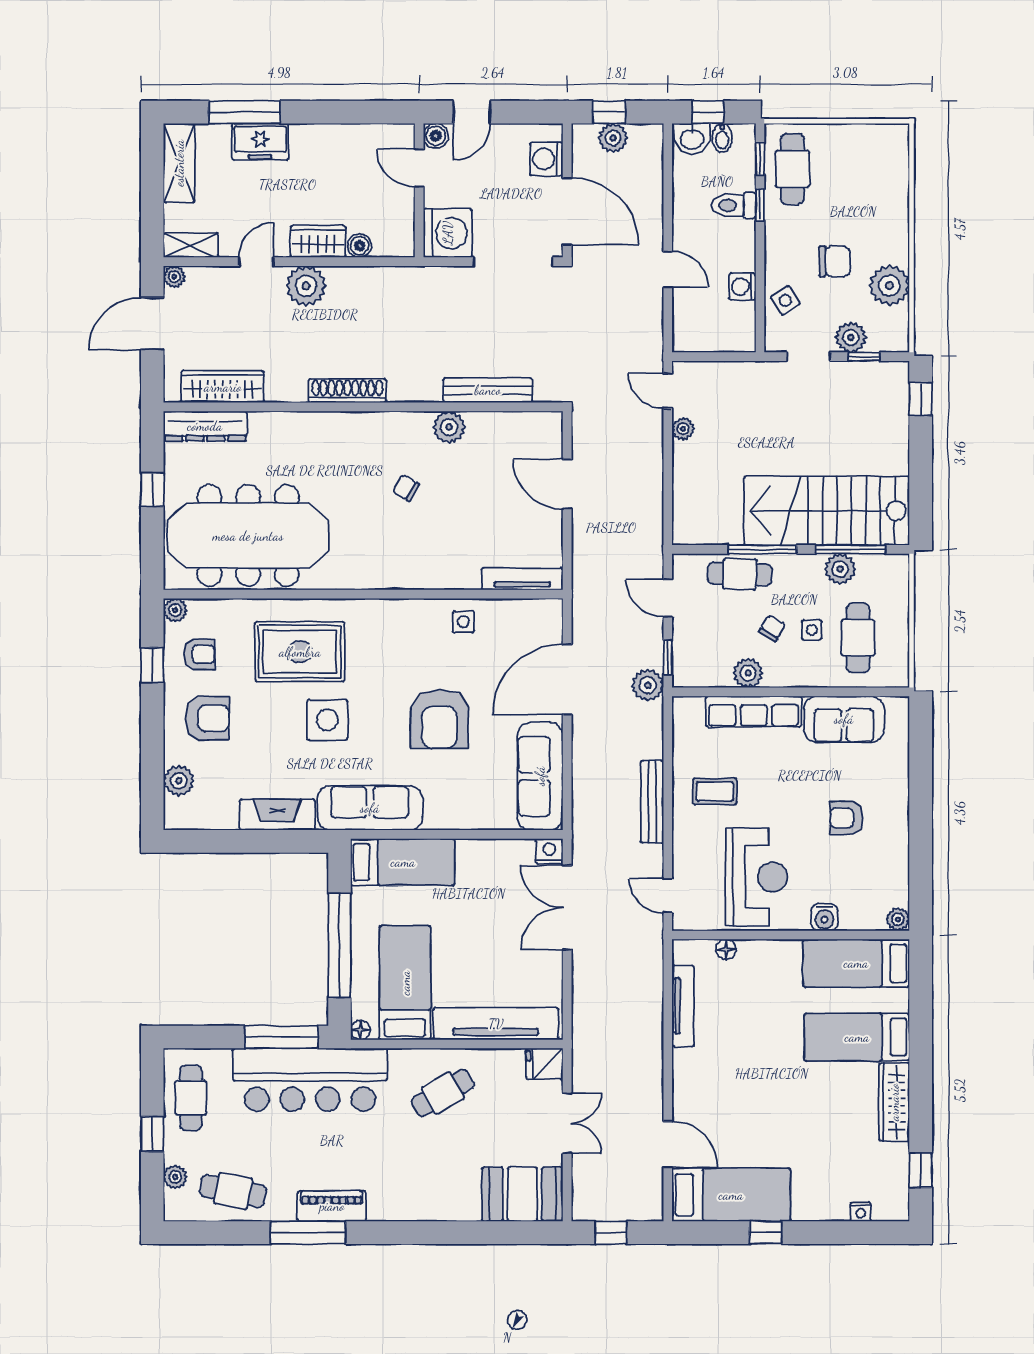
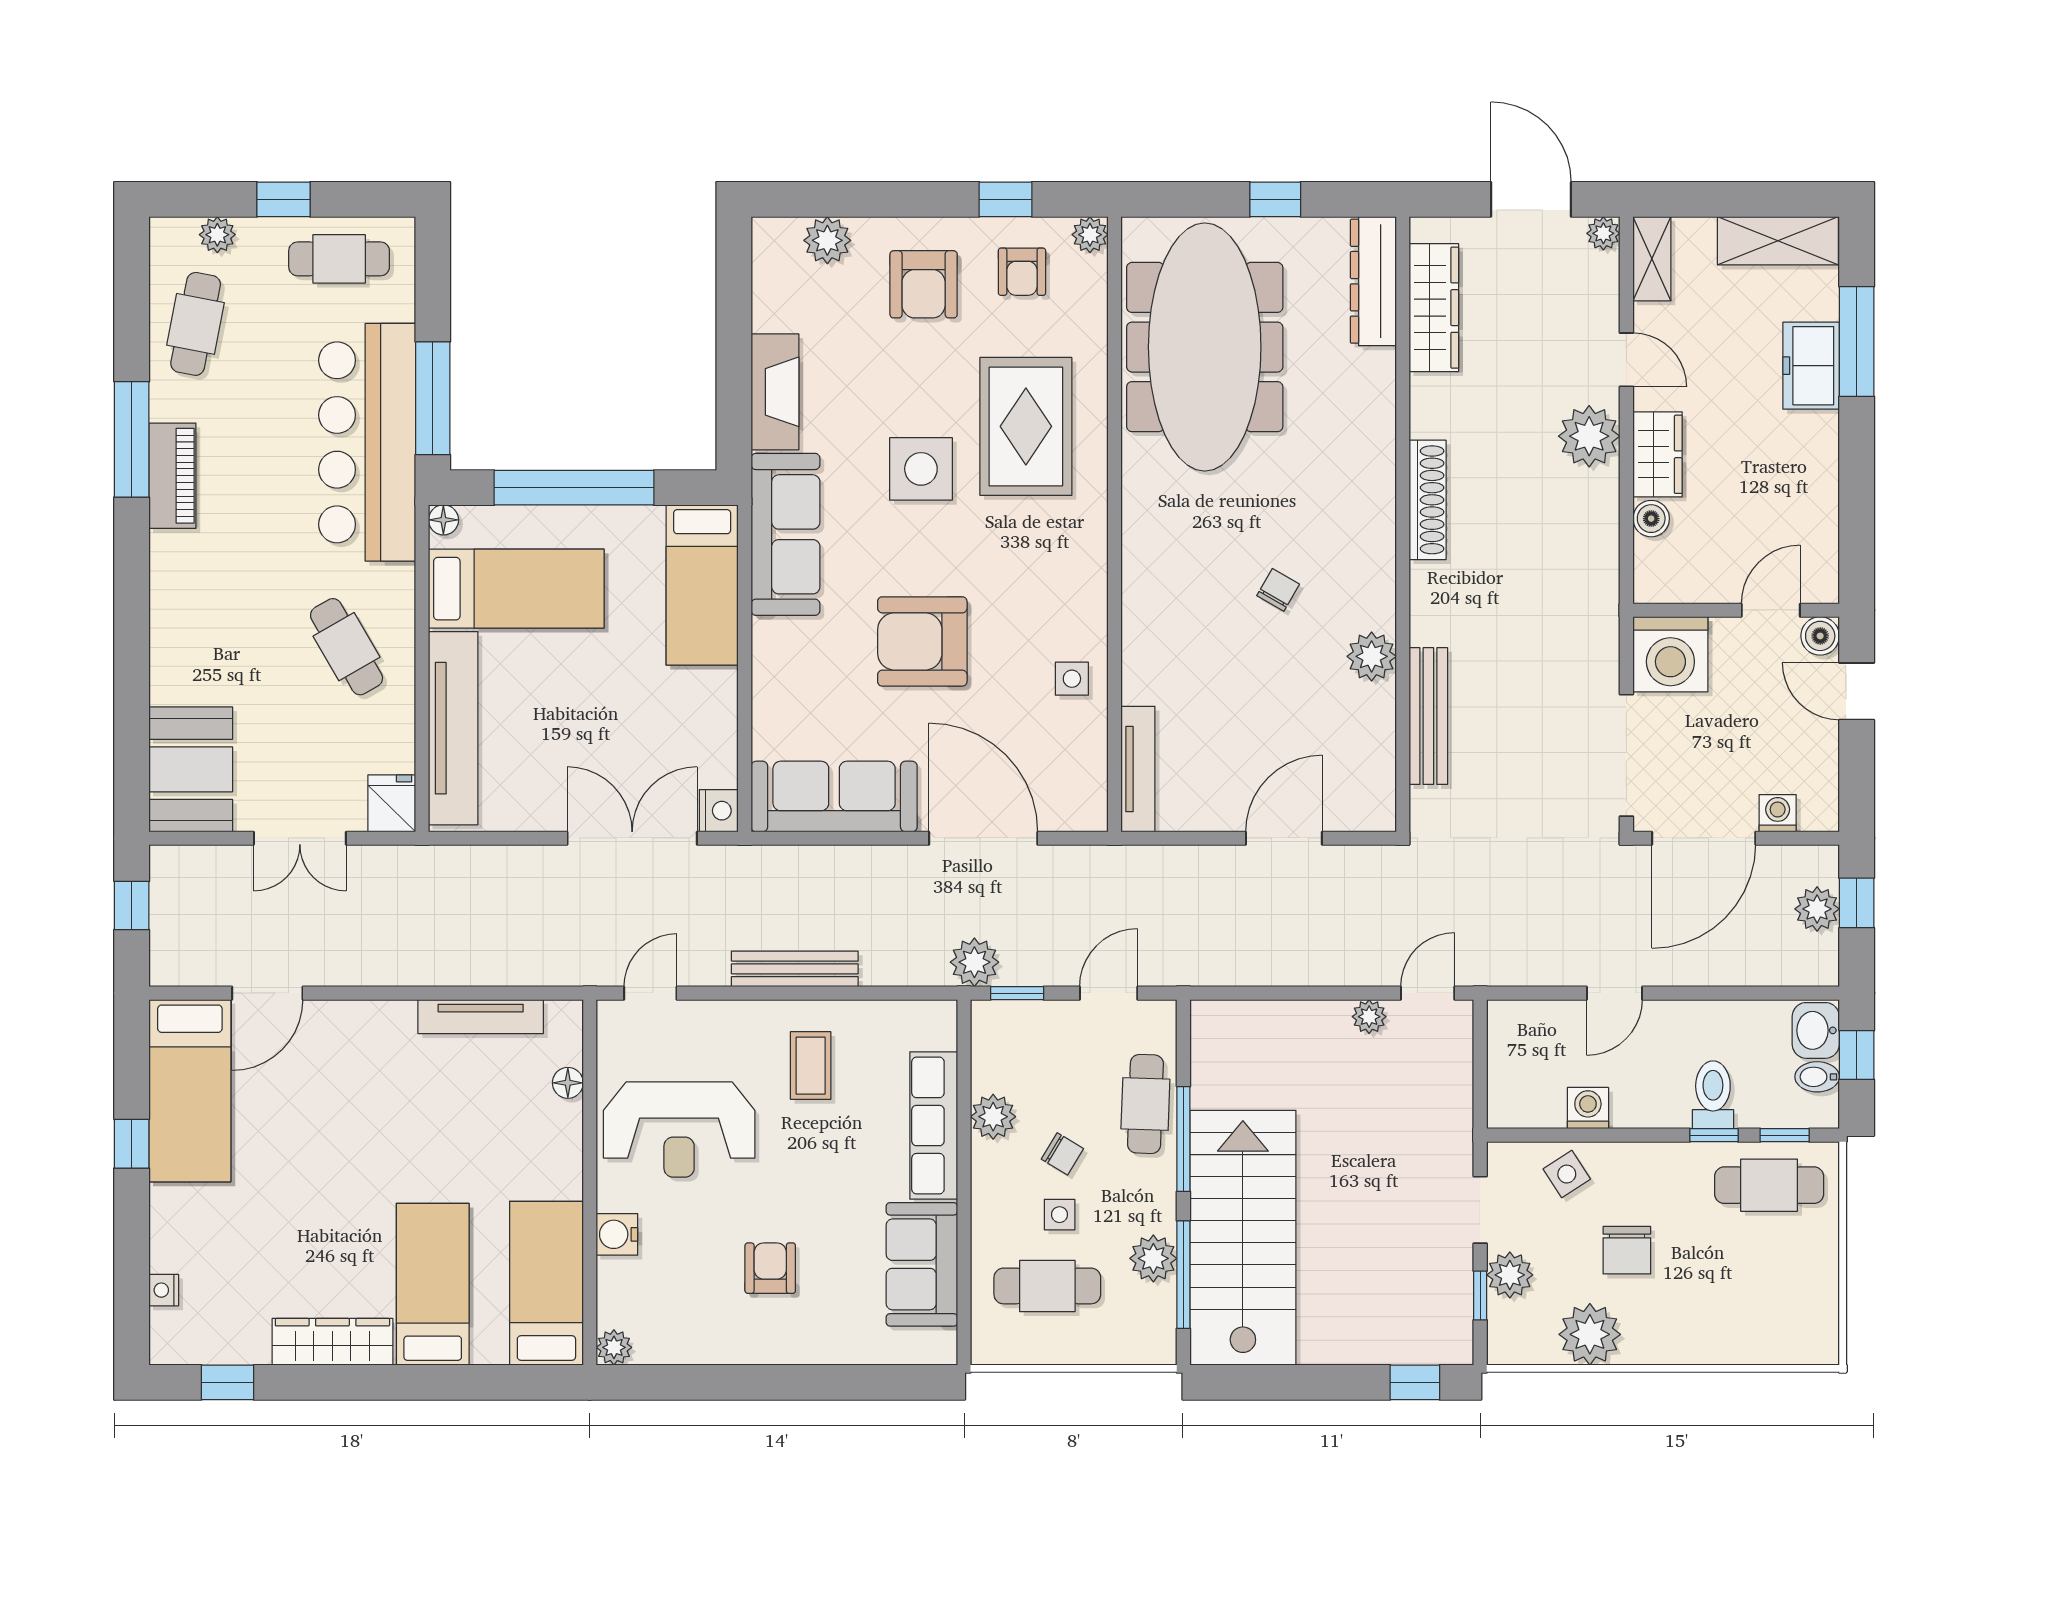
washing machine: (546, 159) -> (1778, 813), width x0.73, depth x0.73

